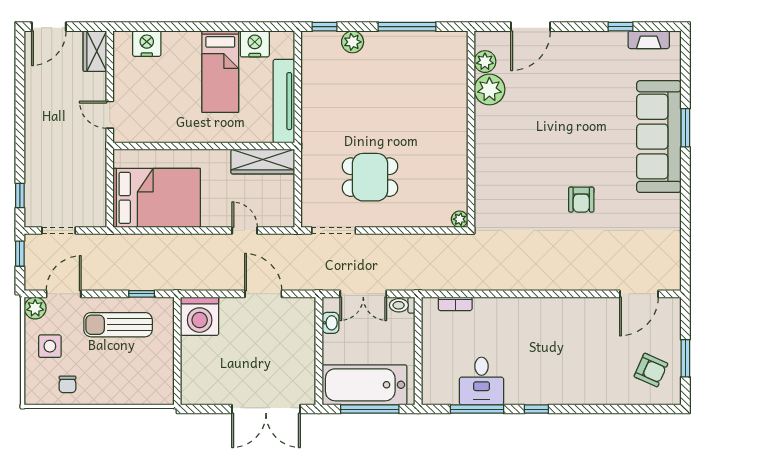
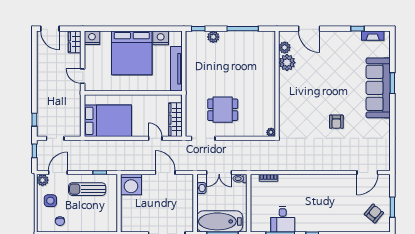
door: (49, 27) -> (50, 29), hinge flipped
door: (531, 27) -> (309, 29), hinge flipped
nightstand: (147, 44) -> (92, 38), moved
bed: (220, 72) -> (132, 53), width x2.04
wardrobe: (263, 161) -> (175, 120), moved, turned 90
armchair: (651, 370) -> (374, 213), turned -74

